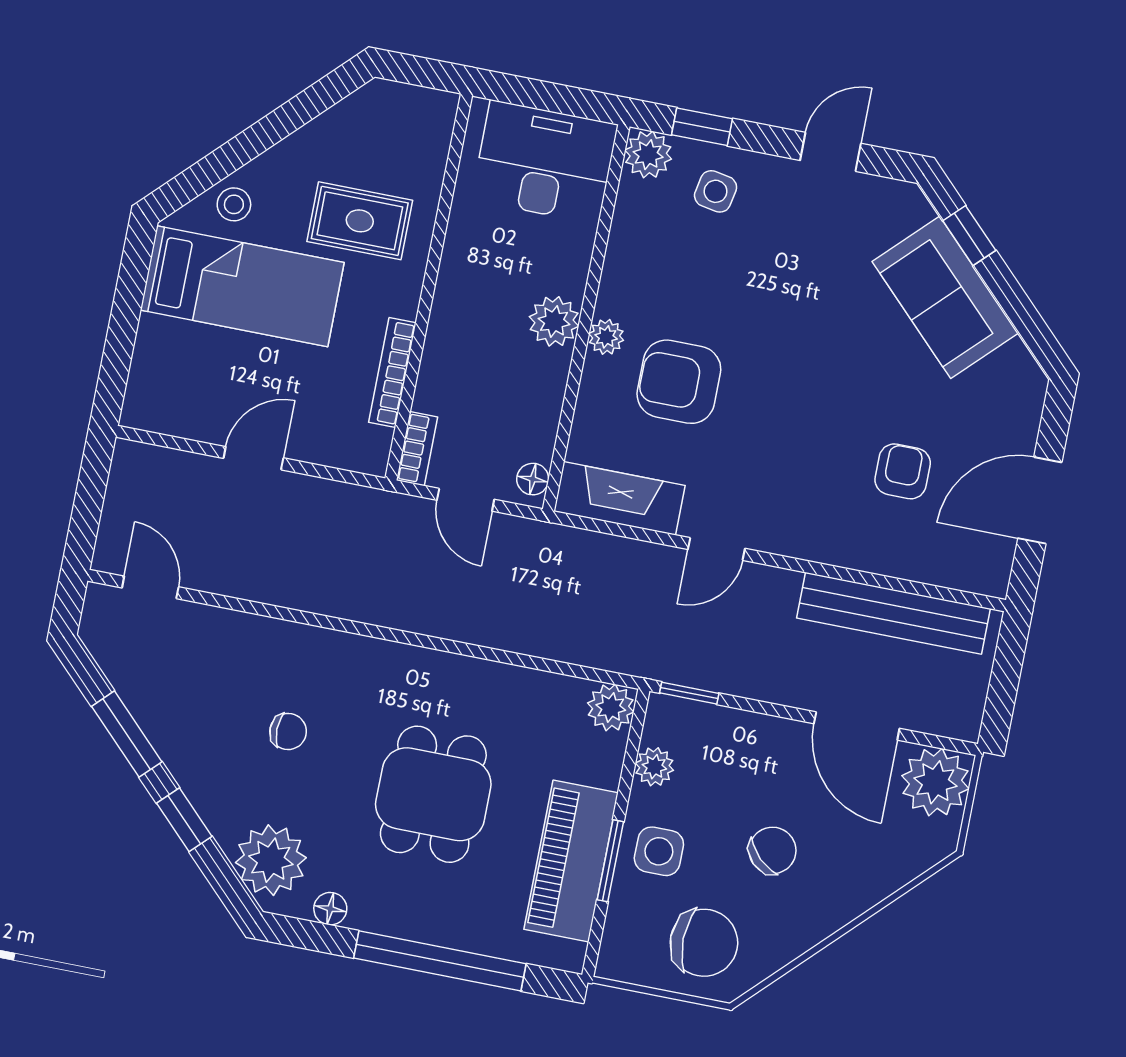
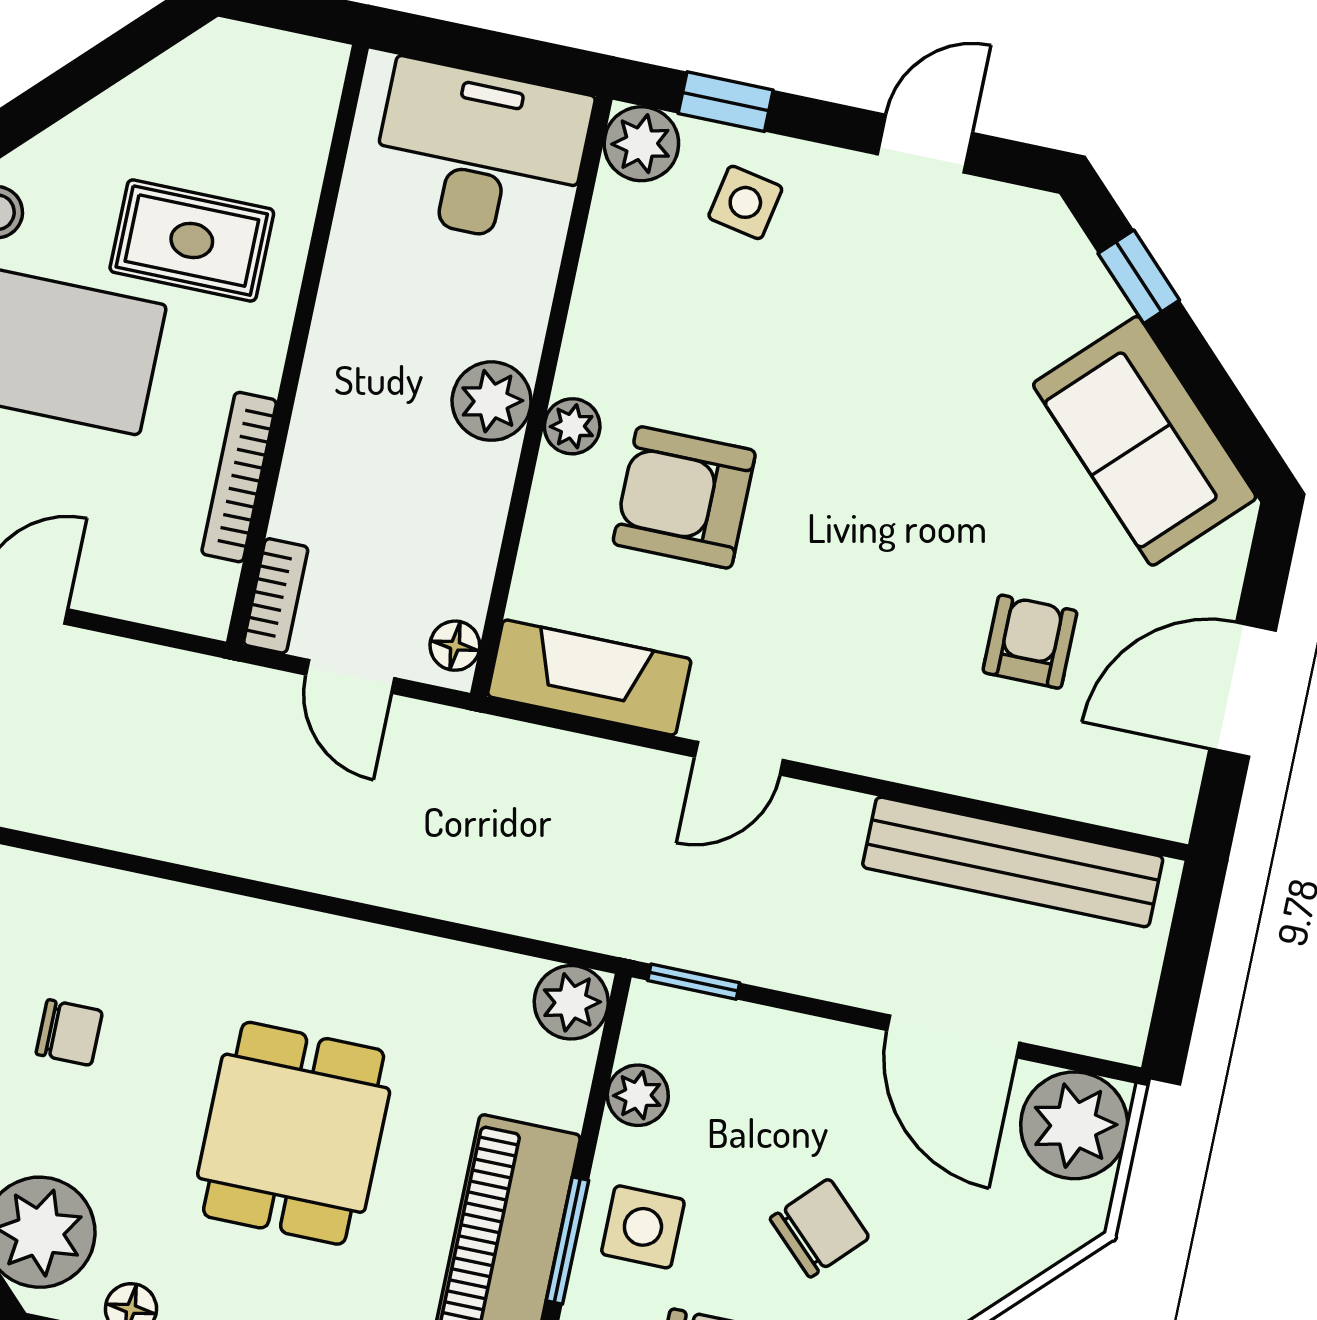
sofa: (945, 297) -> (1145, 441), moved

